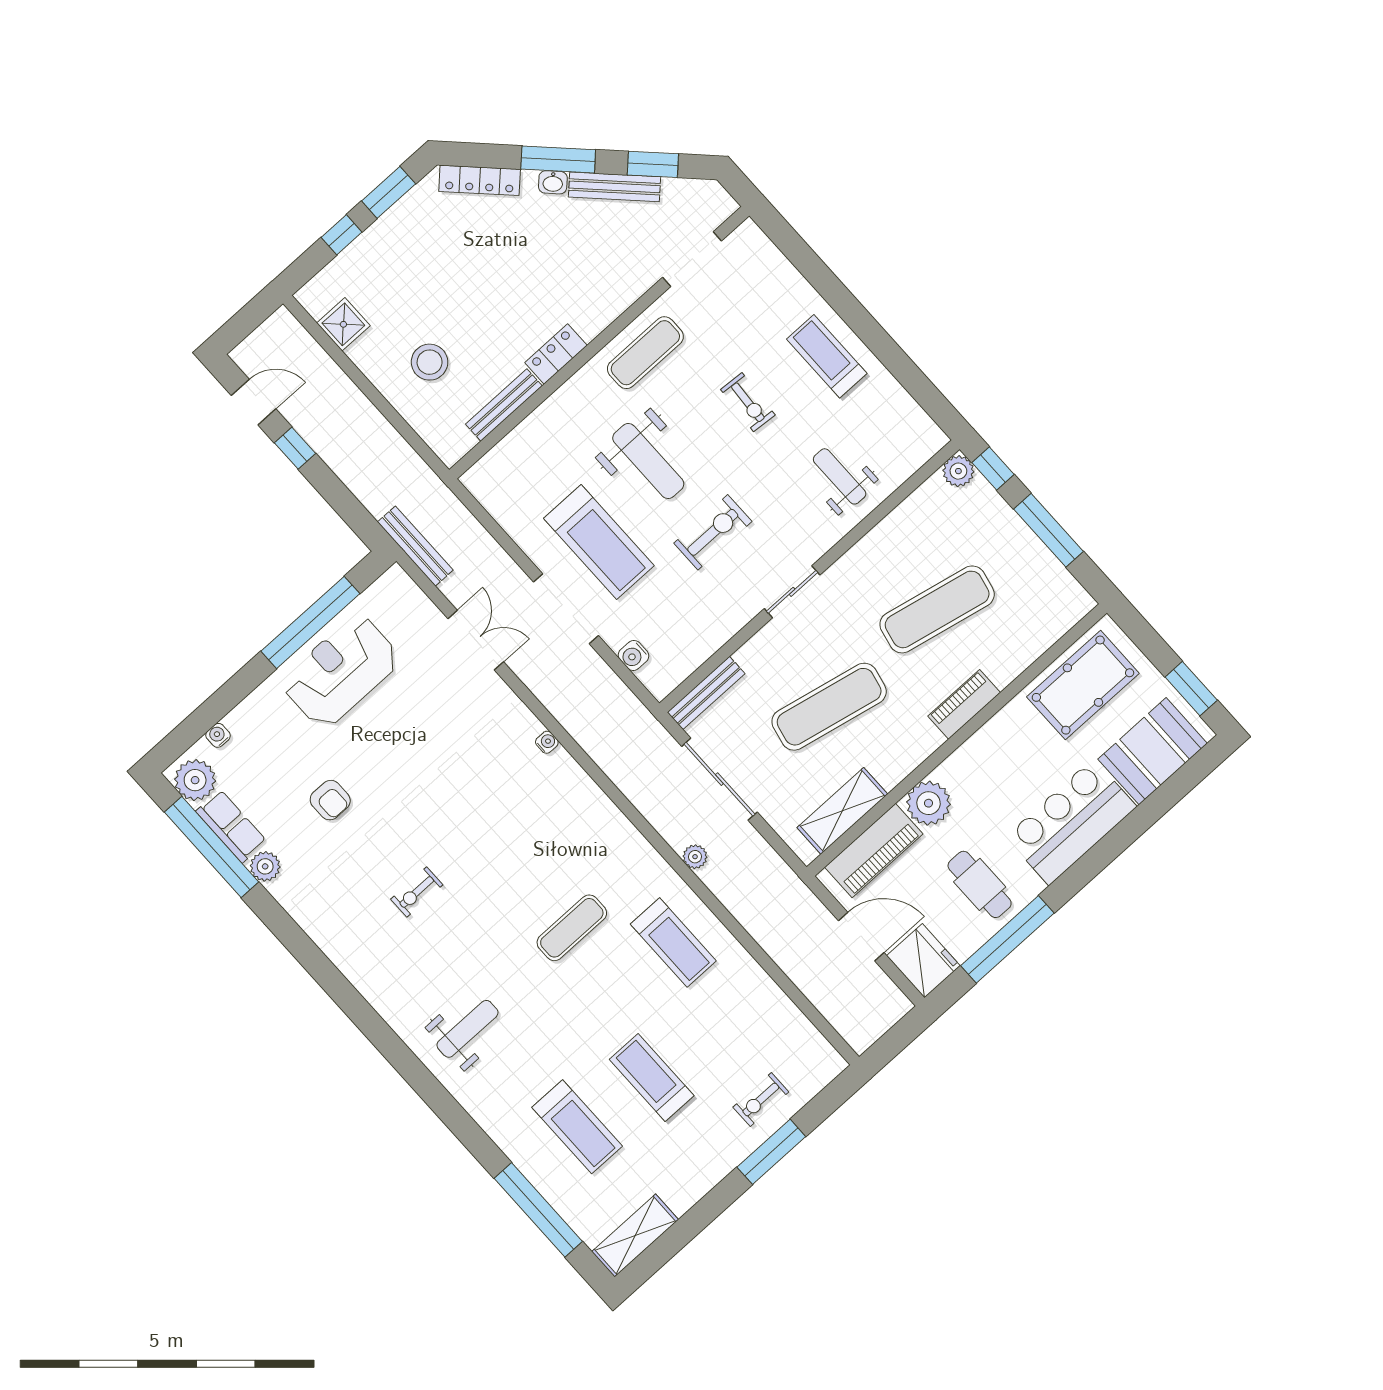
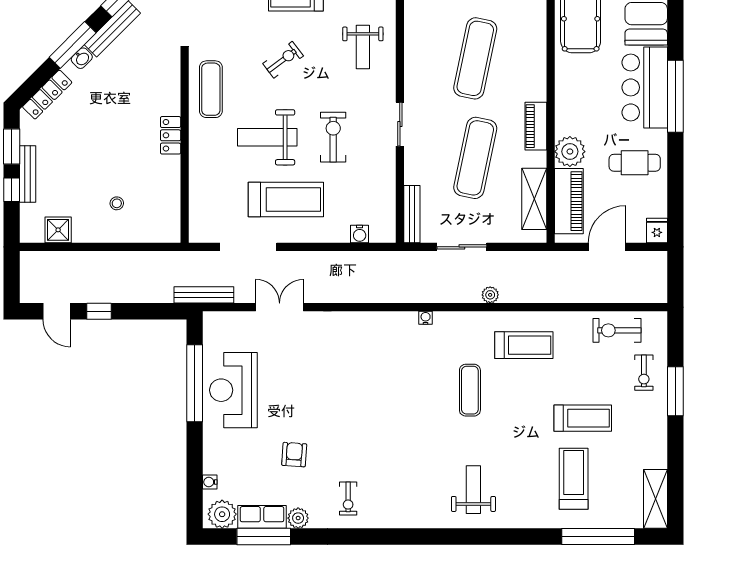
stool: (430, 362) -> (117, 203), width x0.53, depth x0.53
door: (254, 402) -> (57, 311), swing flipped
exercise bike: (748, 402) -> (283, 60), turned -41
bench: (504, 405) -> (28, 174), moved
weight bench: (648, 461) -> (267, 137), turned 180
weight bench: (840, 476) -> (363, 47), turned -90
doorway: (566, 609) -> (248, 247), moved
piano: (964, 704) -> (536, 126), moved
water cooler: (547, 742) -> (426, 318), moved
sliding door: (719, 779) -> (462, 247), width x0.73
armchair: (330, 800) -> (294, 455), turned -86
window: (212, 847) -> (264, 536), width x0.68
exercise bike: (417, 892) -> (348, 499), moved
window: (1007, 939) -> (675, 96), moved
fridge: (923, 961) -> (657, 230), width x0.53, depth x0.75
exercise bike: (780, 1029) -> (617, 330), added
treadmill: (652, 1078) -> (583, 418), turned 180
treadmill: (577, 1127) -> (574, 479), turned -90

